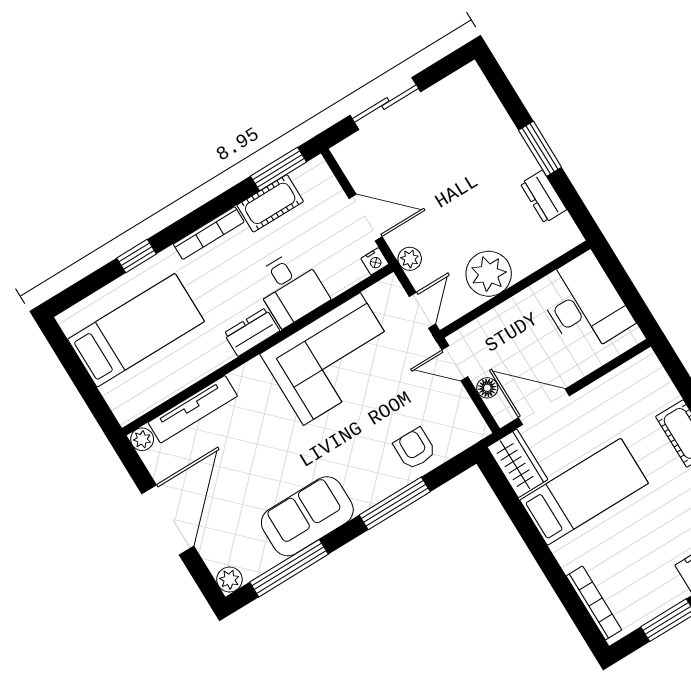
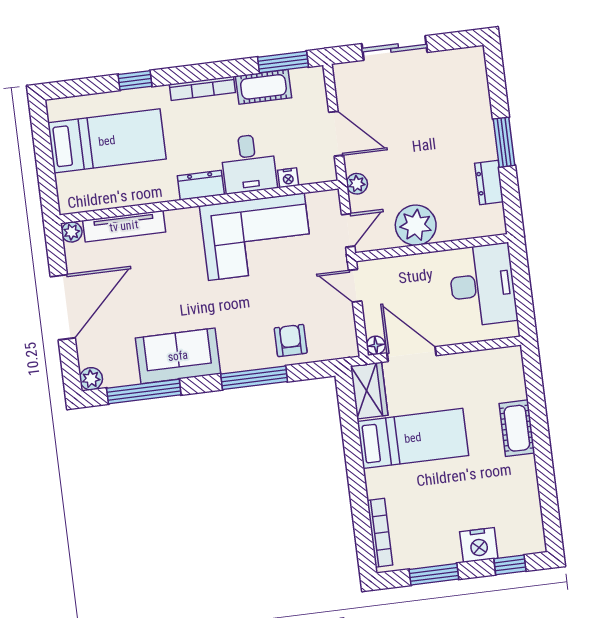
nightstand: (375, 261) -> (288, 178), moved
floor lamp: (487, 388) -> (376, 345), moved

